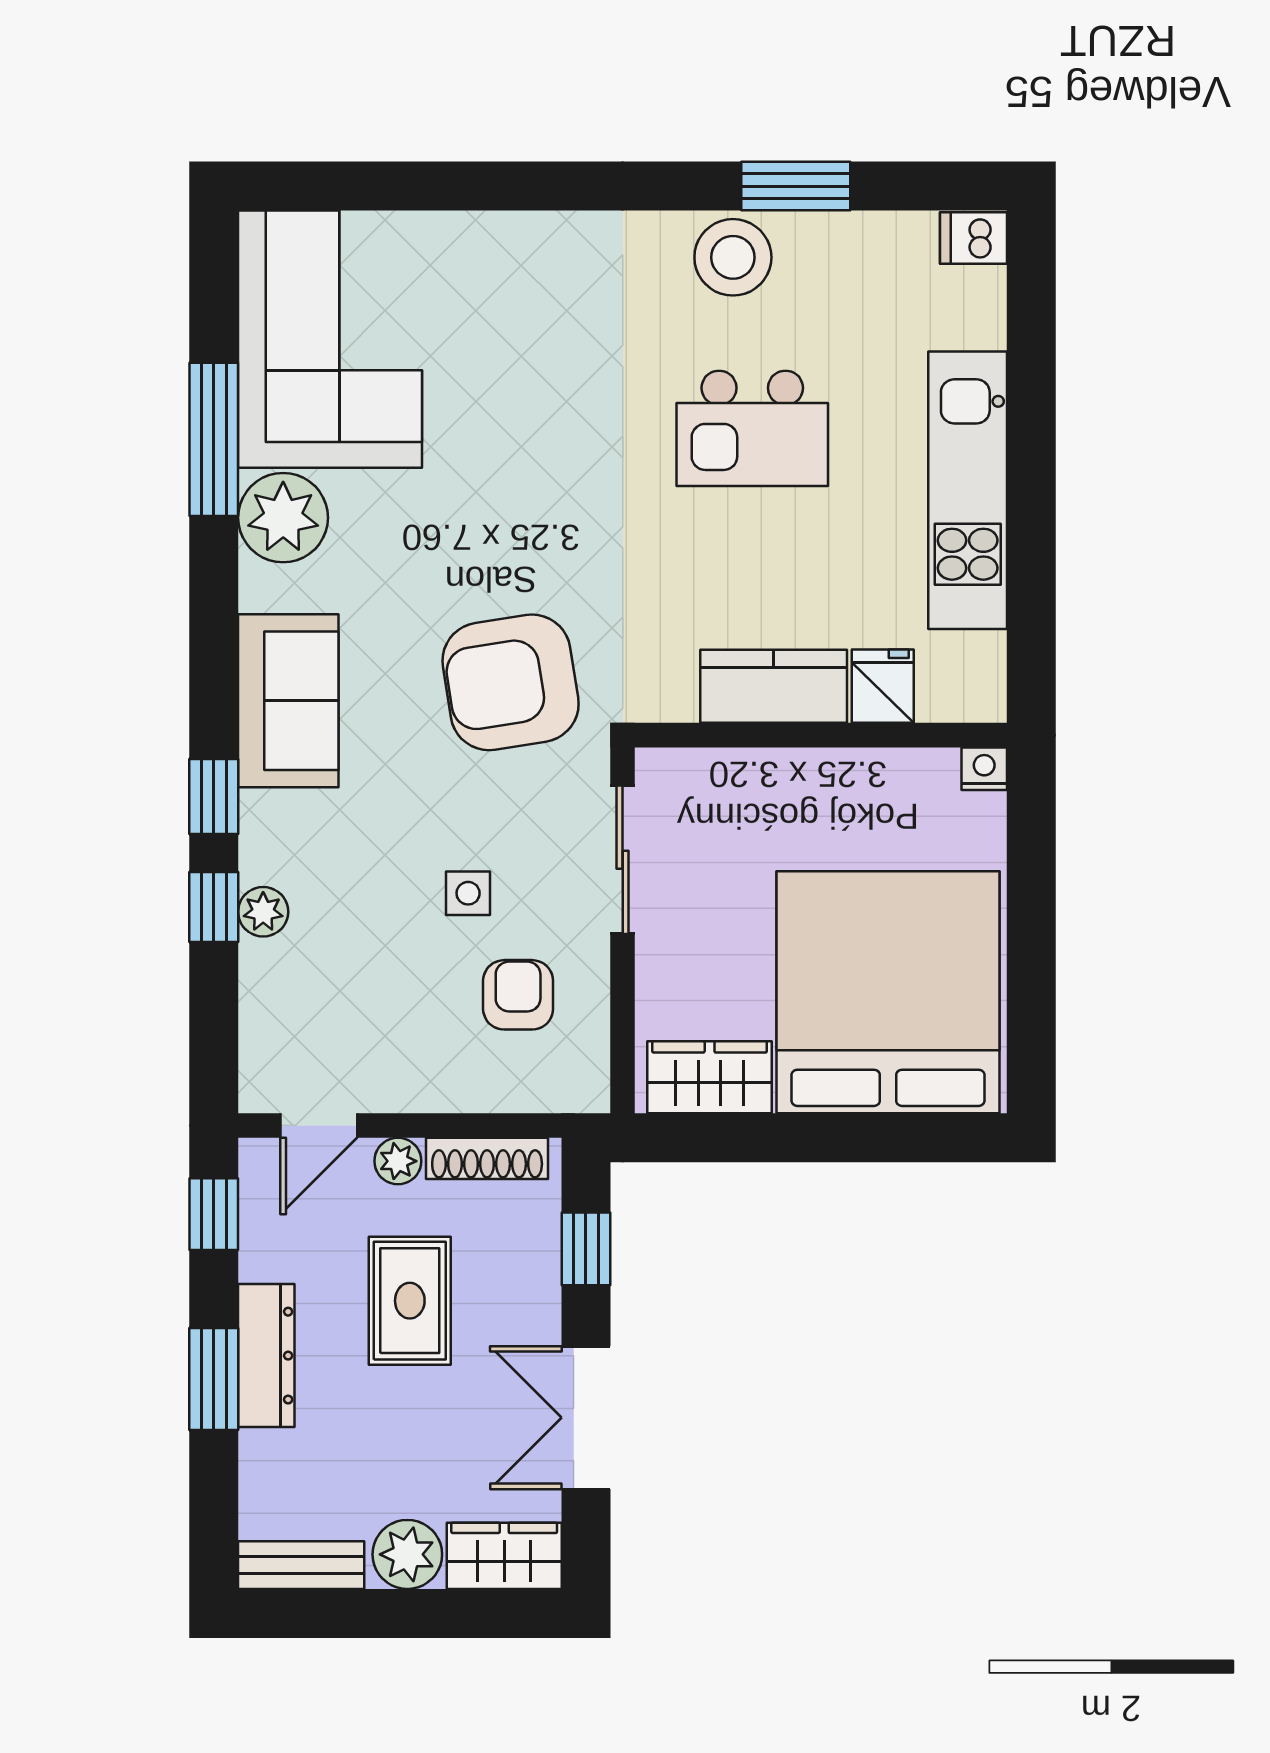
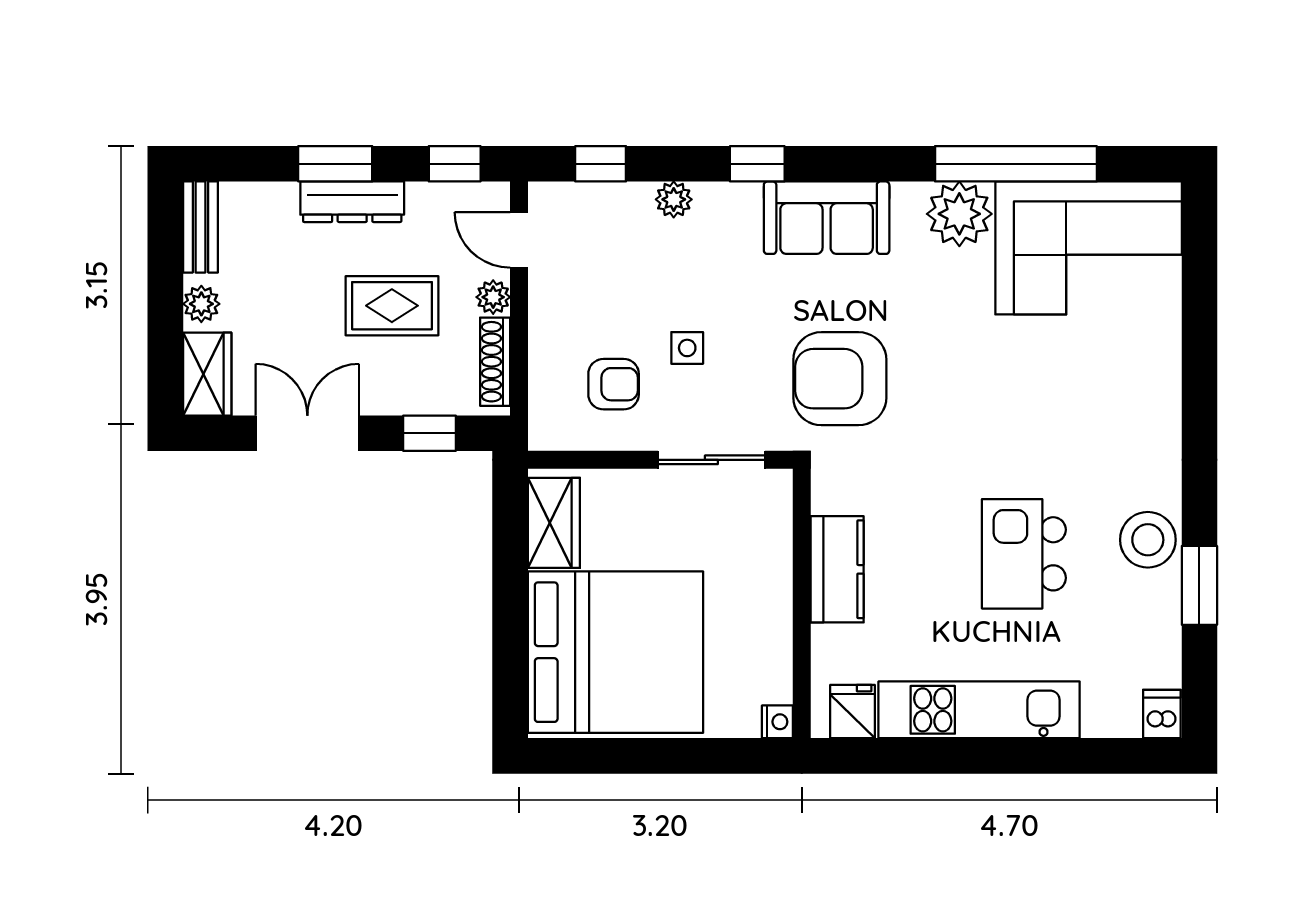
window: (214, 439) -> (1016, 164), width x1.46
armchair: (511, 682) -> (840, 379), turned -81
fridge: (883, 686) -> (853, 712), moved, turned -90
window: (214, 907) -> (601, 164), moved
plant: (407, 1554) -> (201, 304), width x0.73, depth x0.73

